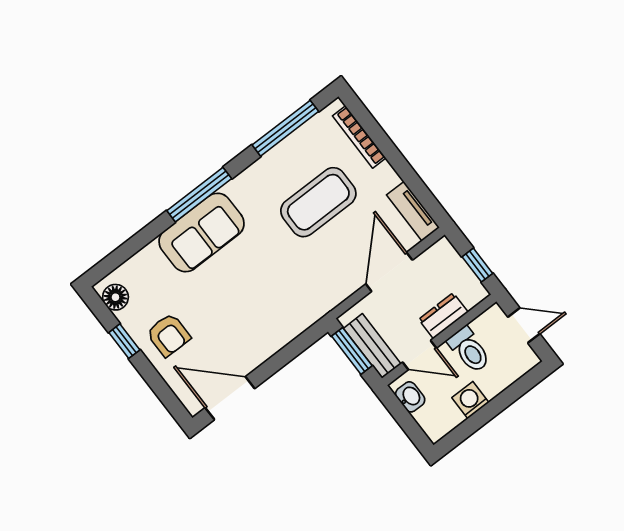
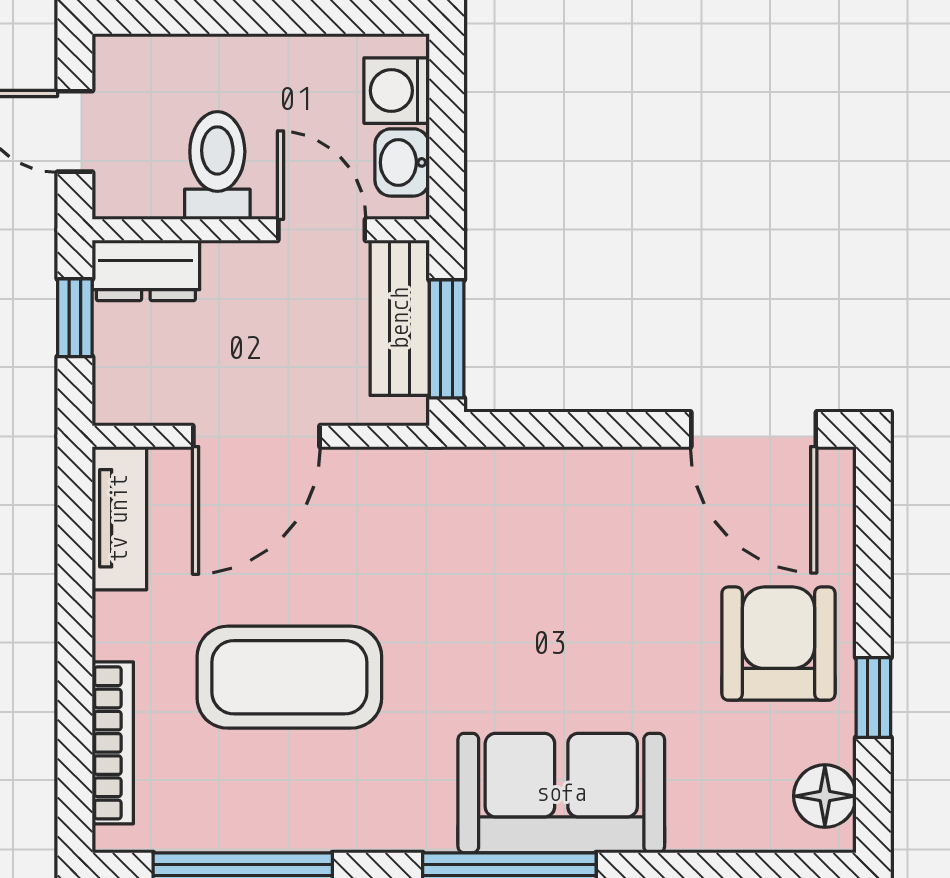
dresser: (443, 316) -> (146, 270), moved
armchair: (168, 335) -> (778, 644), width x1.38, depth x1.38
washing machine: (470, 400) -> (397, 91), moved, turned 90

